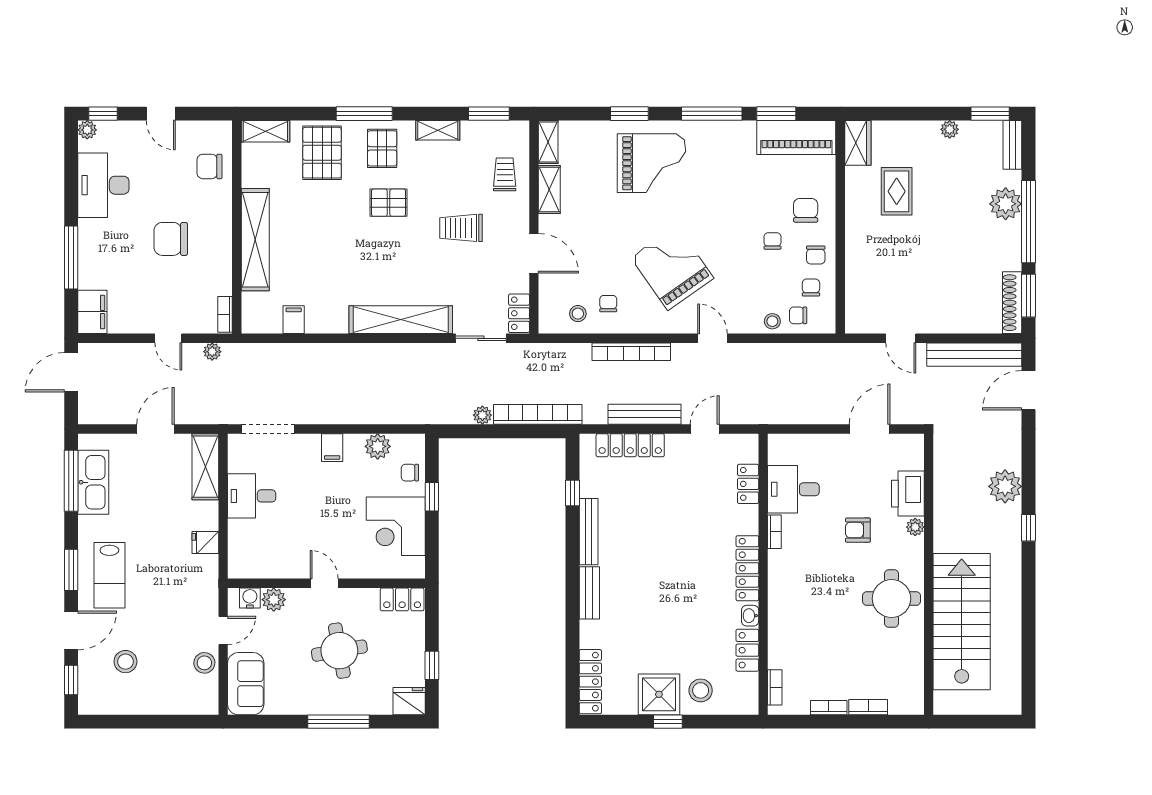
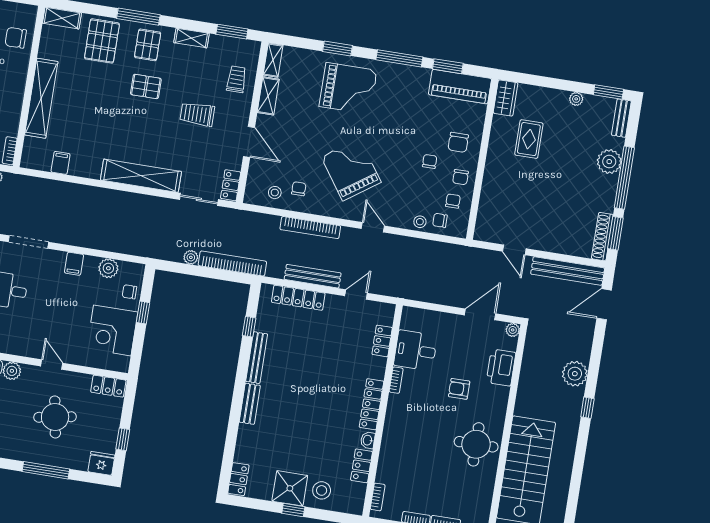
chair: (806, 210) -> (458, 142), turned 180
plant: (915, 527) -> (513, 330), moved
locker: (590, 682) -> (238, 479), width x0.66

